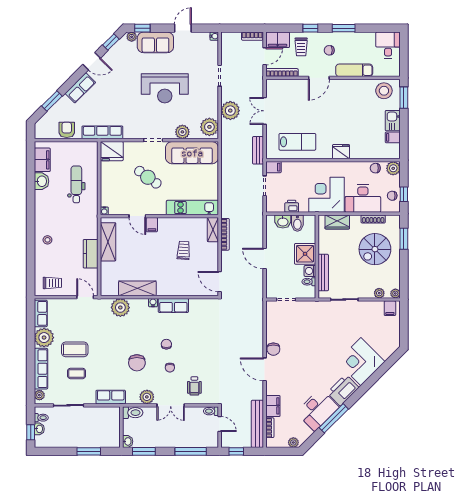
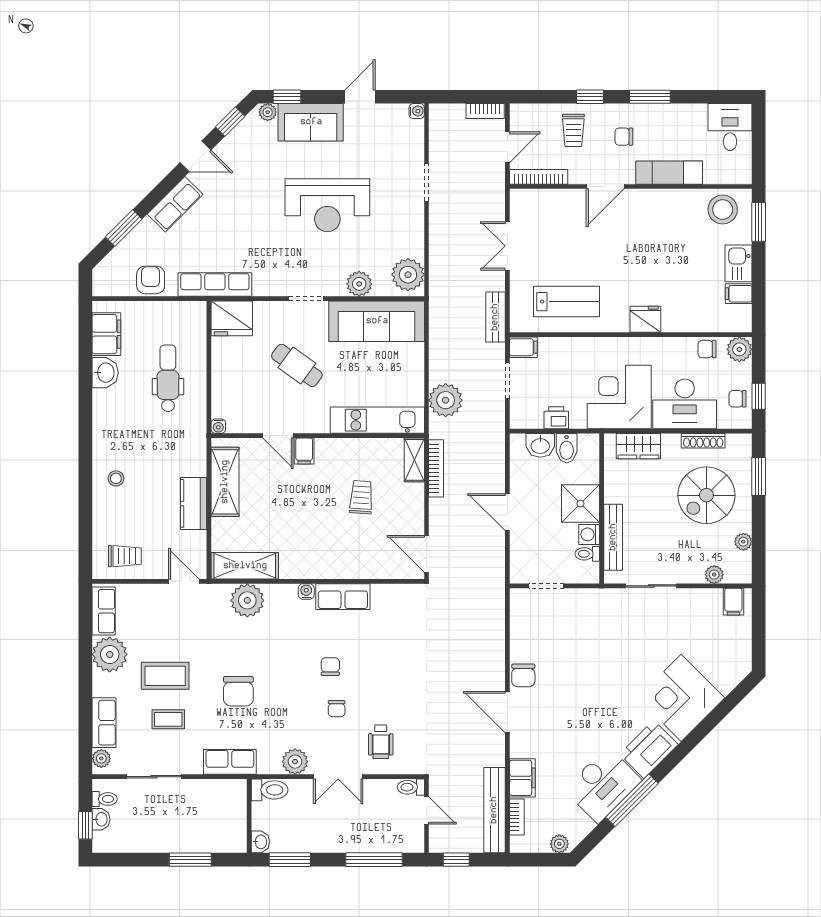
filing cabinet: (278, 40) -> (531, 118), removed
plant: (230, 111) -> (446, 400), moved
shelving: (137, 288) -> (245, 566), moved
plant: (395, 293) -> (743, 542), moved
chair: (137, 363) -> (238, 691), moved
row of seats: (41, 369) -> (104, 723), width x0.68

